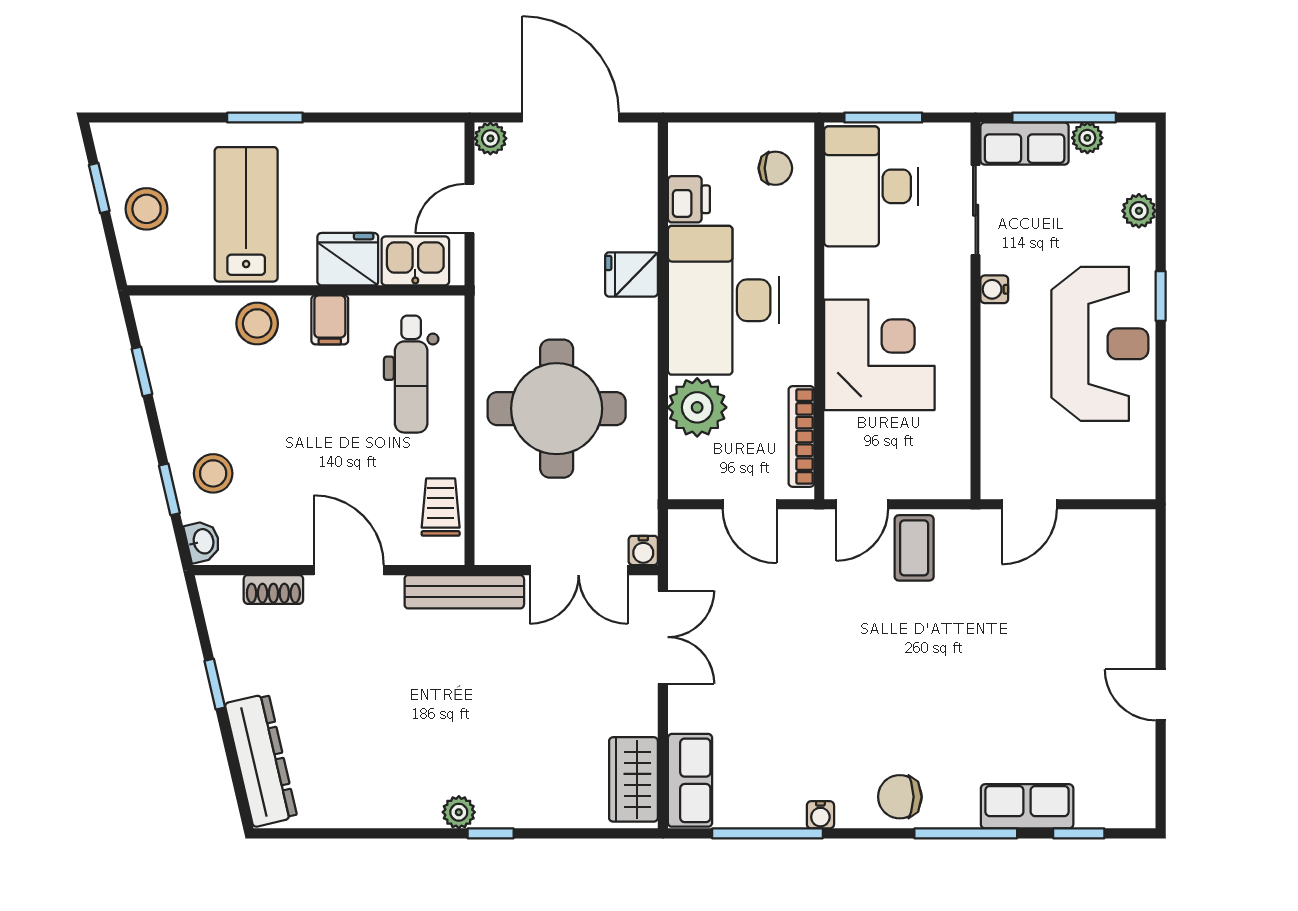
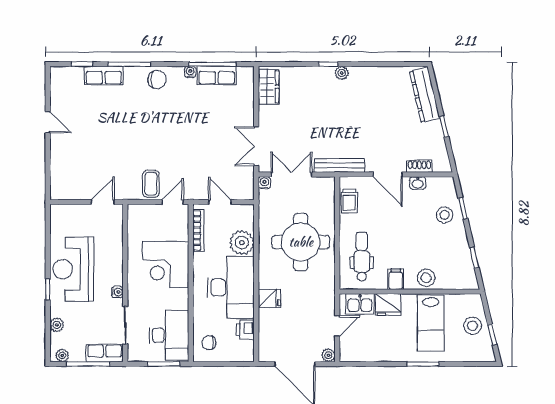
plant: (1087, 138) -> (62, 355), moved
washbasin: (203, 542) -> (418, 183), moved, turned -77
row of seats: (690, 780) -> (217, 76), moved, turned -90

